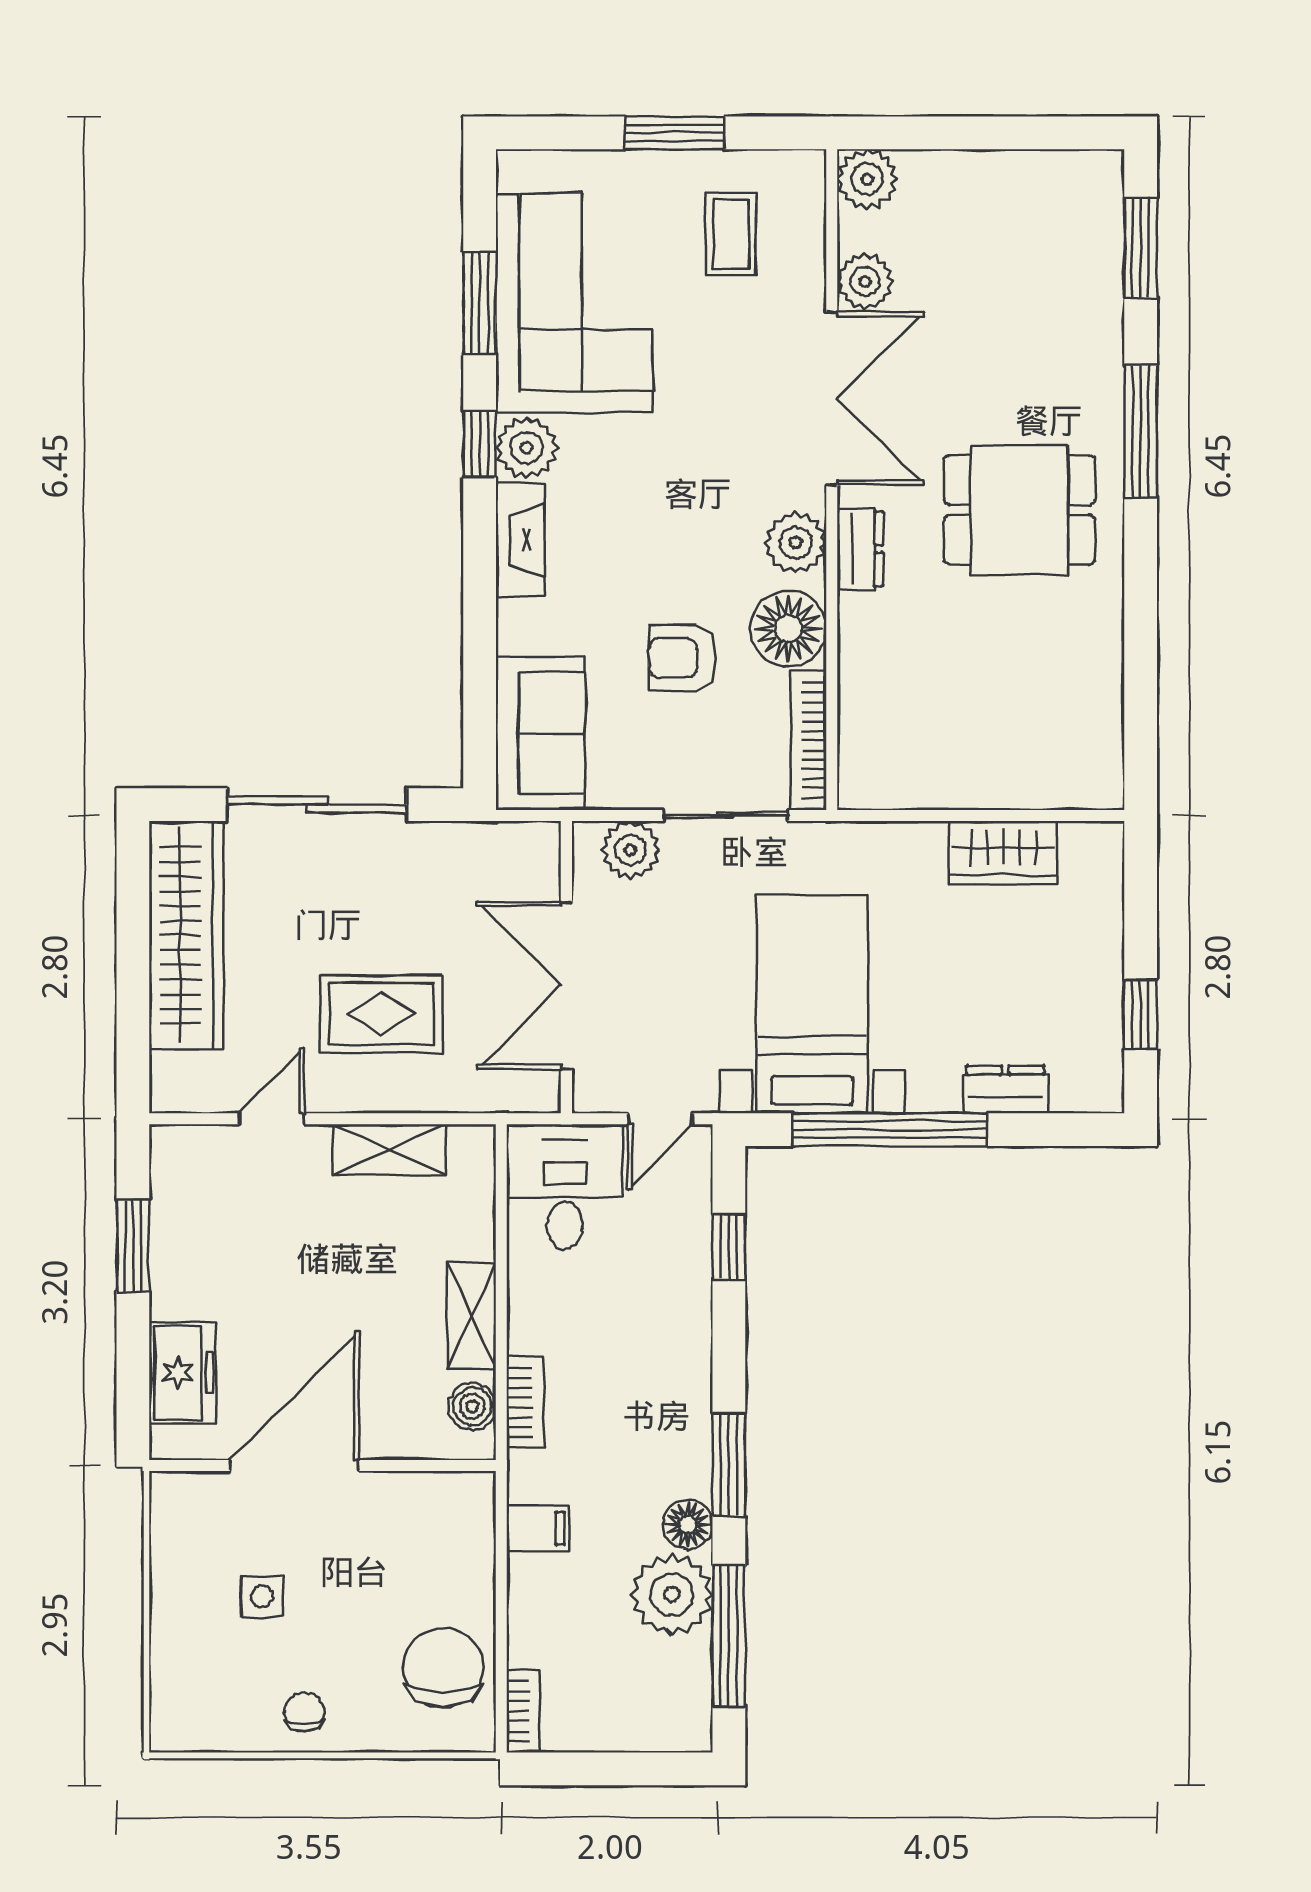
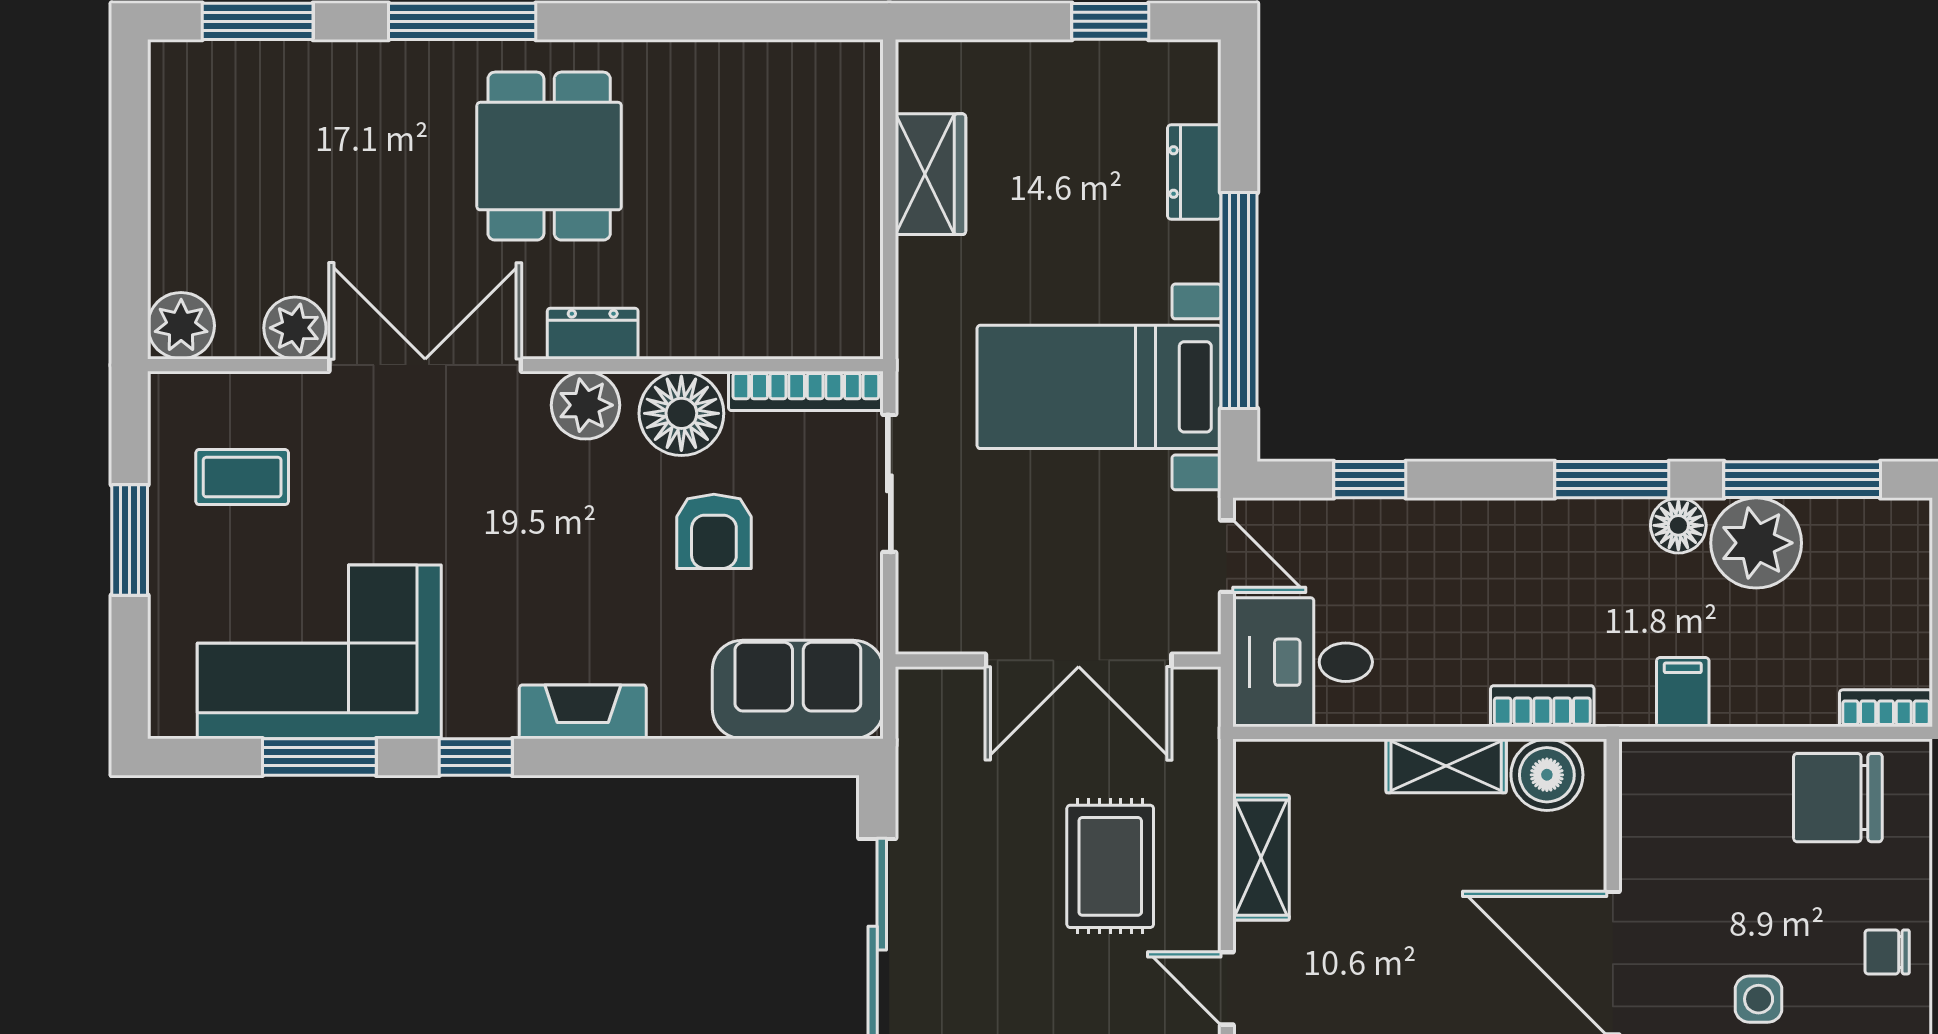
plant: (527, 448) -> (480, 705), removed
plant: (631, 850) -> (928, 589), removed
boiler: (472, 1406) -> (1547, 775), width x1.36, depth x1.36

